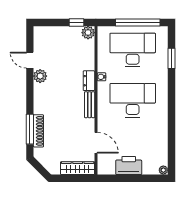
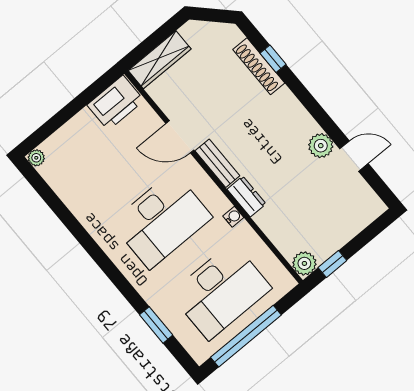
window: (30, 129) -> (273, 59), width x0.46
door: (96, 143) -> (180, 137), moved
printer: (129, 165) -> (116, 103), moved

